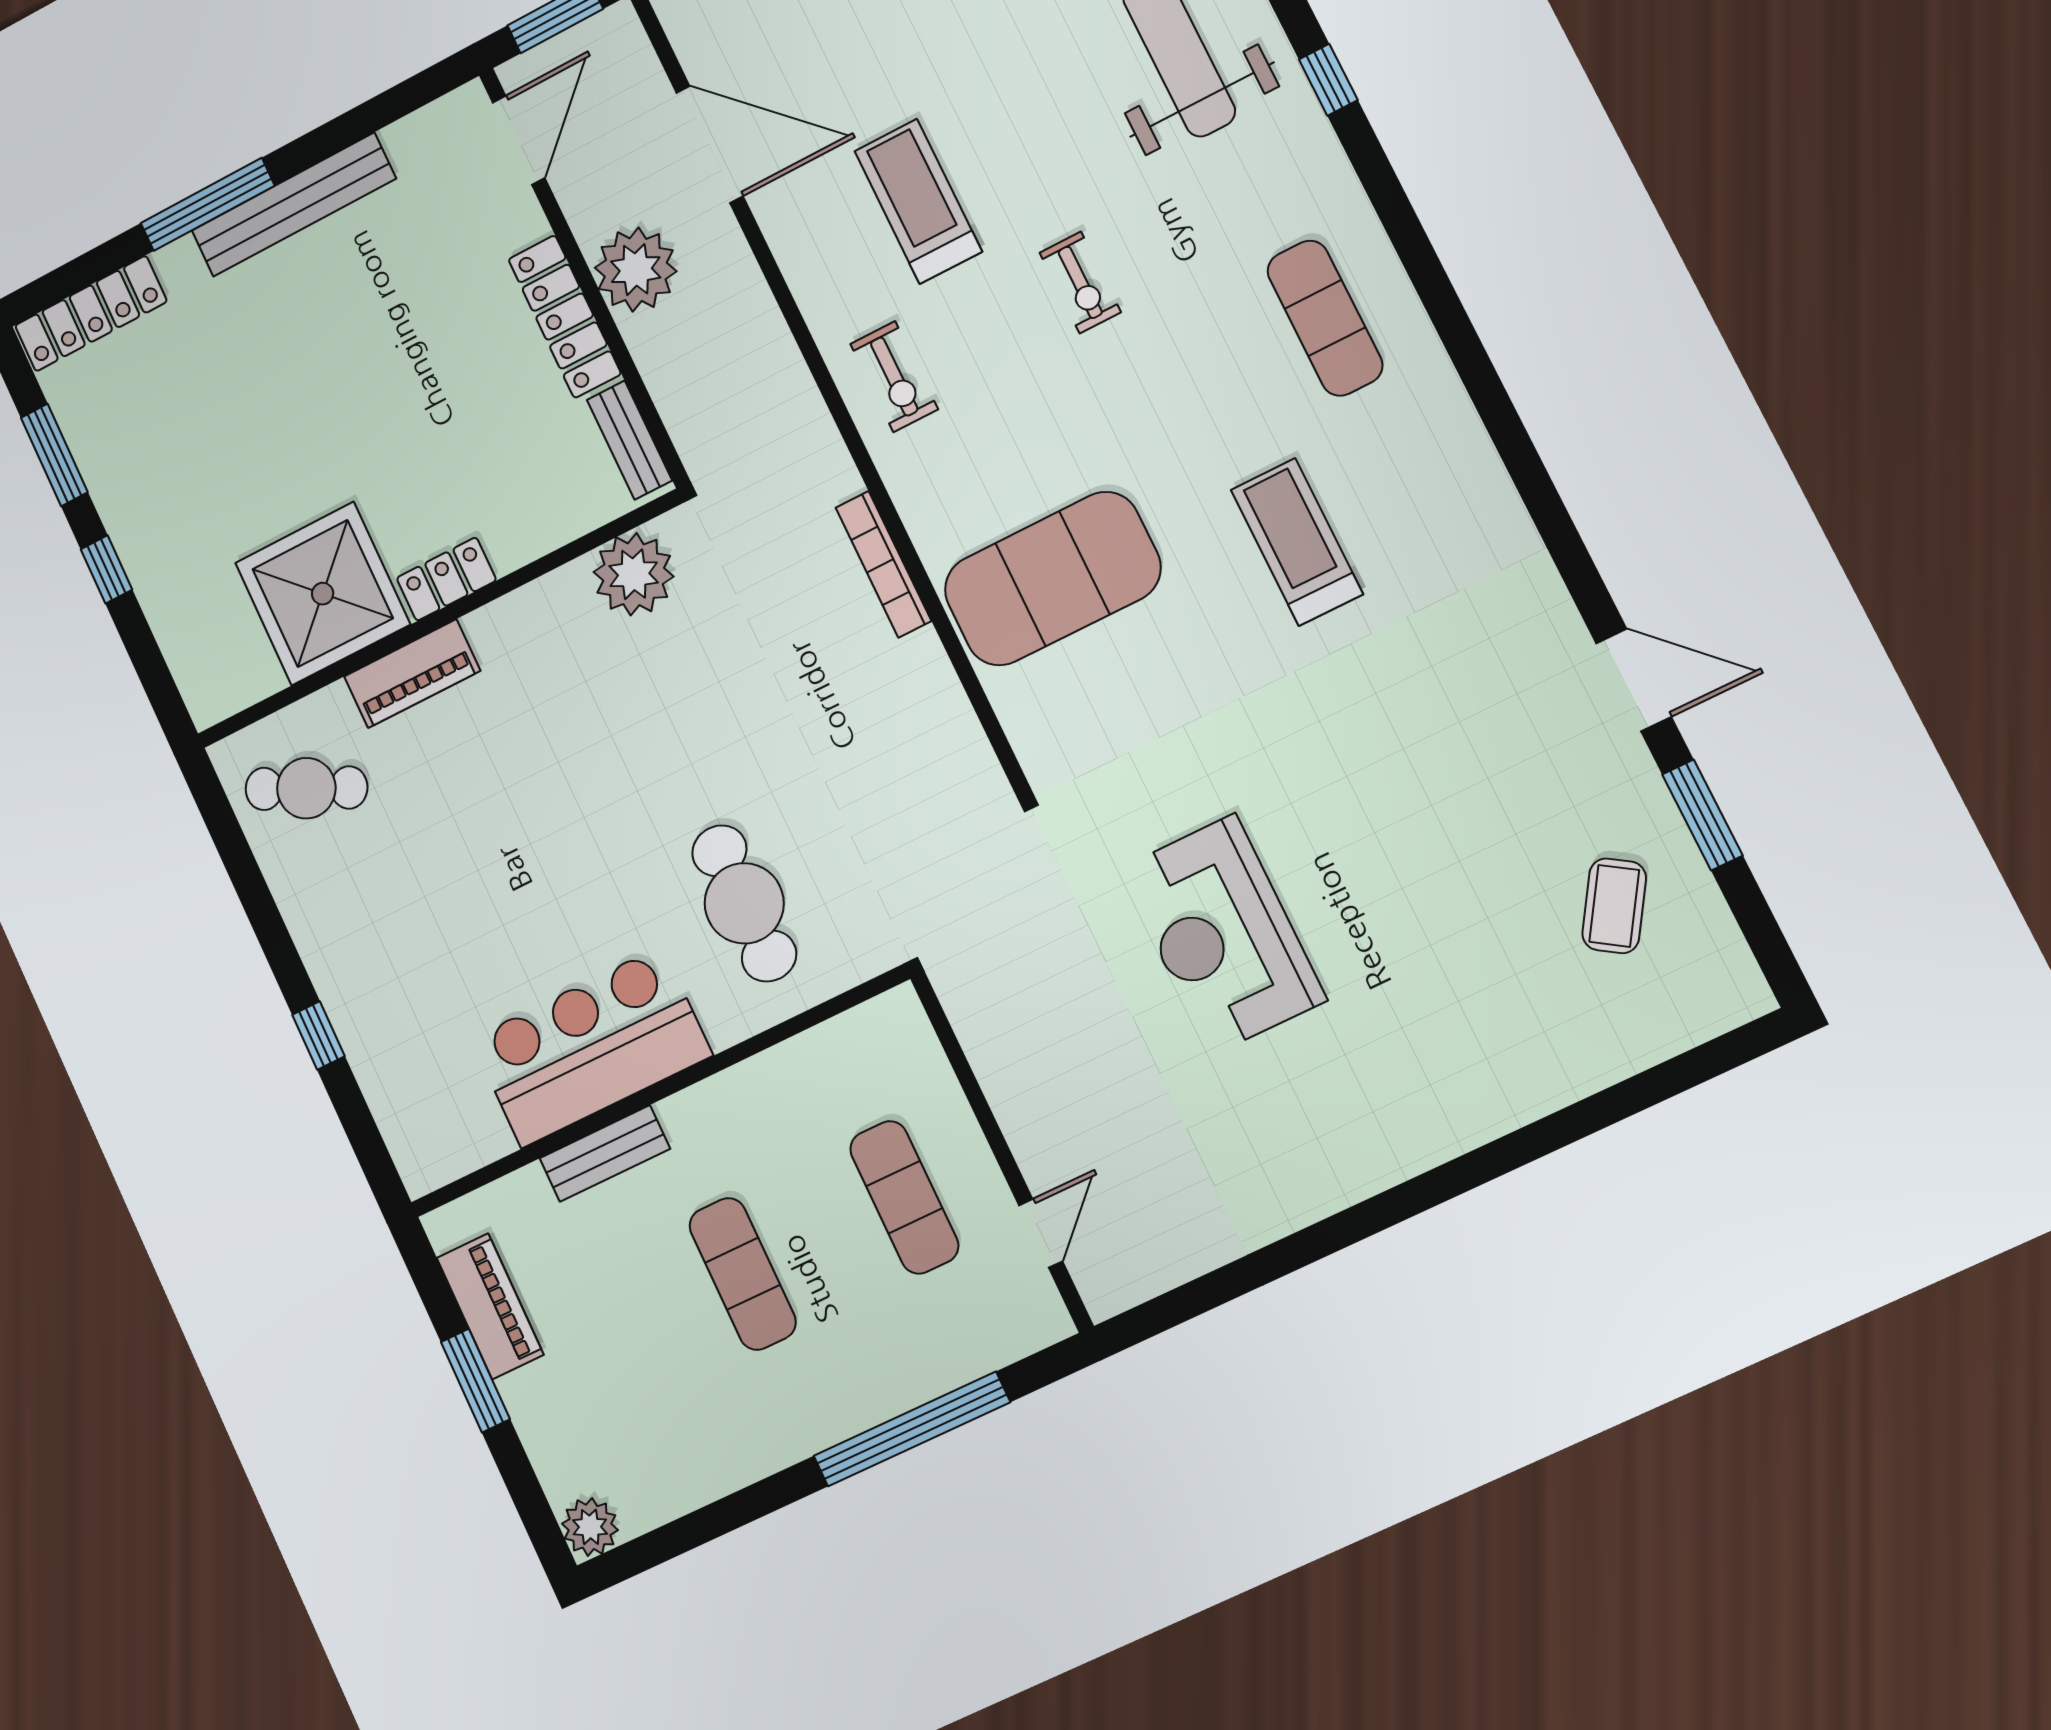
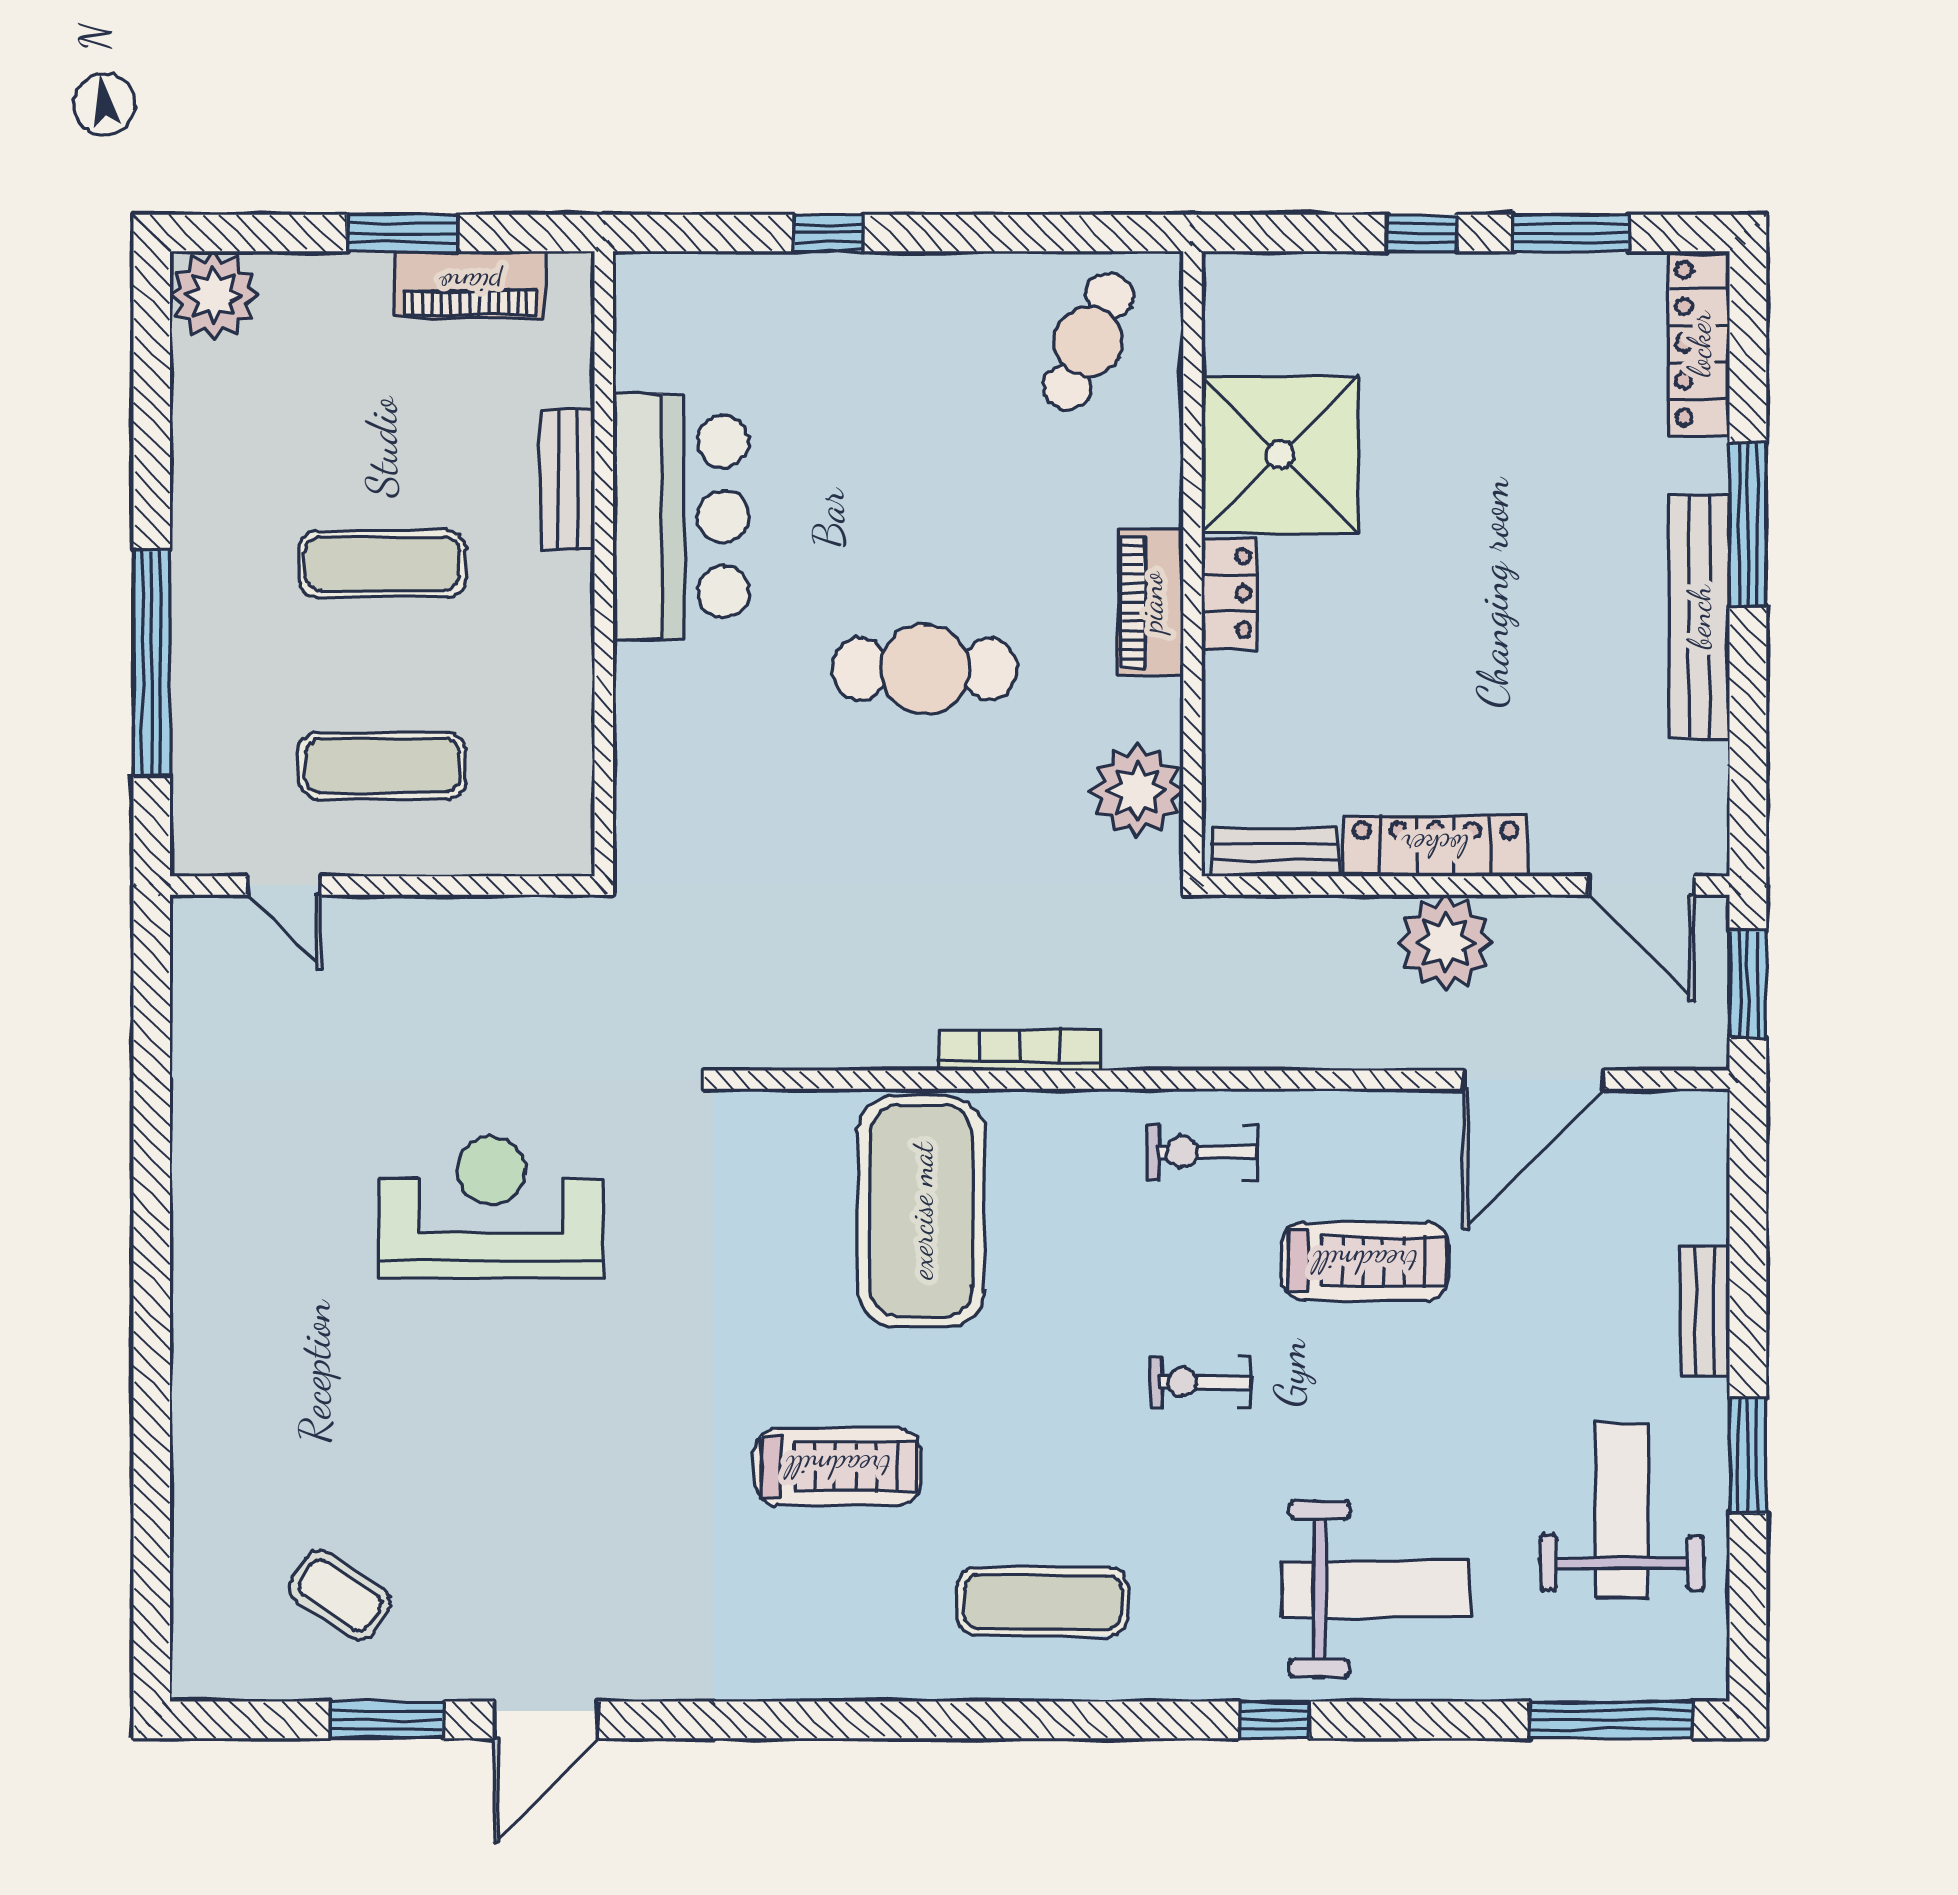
piano: (412, 674) -> (1151, 602), moved
cafe table: (744, 903) -> (925, 669), moved
plant: (590, 1527) -> (214, 295), width x1.36, depth x1.36

